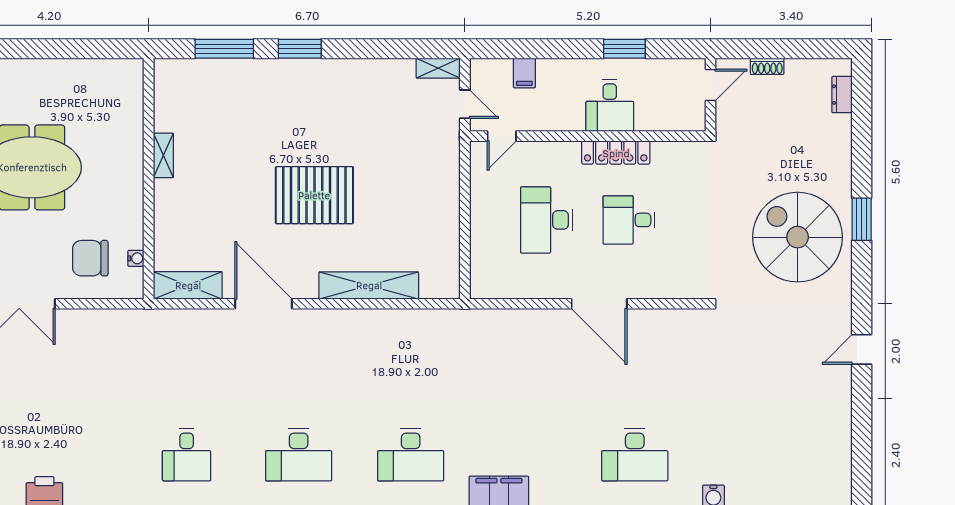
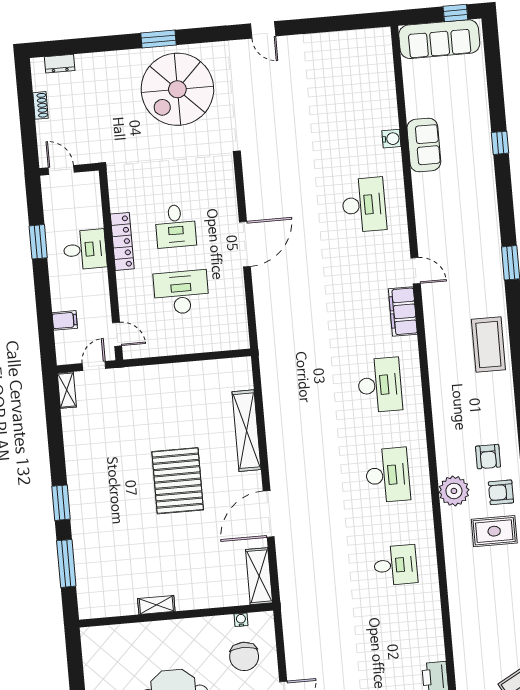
shoe rack: (767, 66) -> (40, 105), moved
desk: (546, 220) -> (181, 292), turned 180

